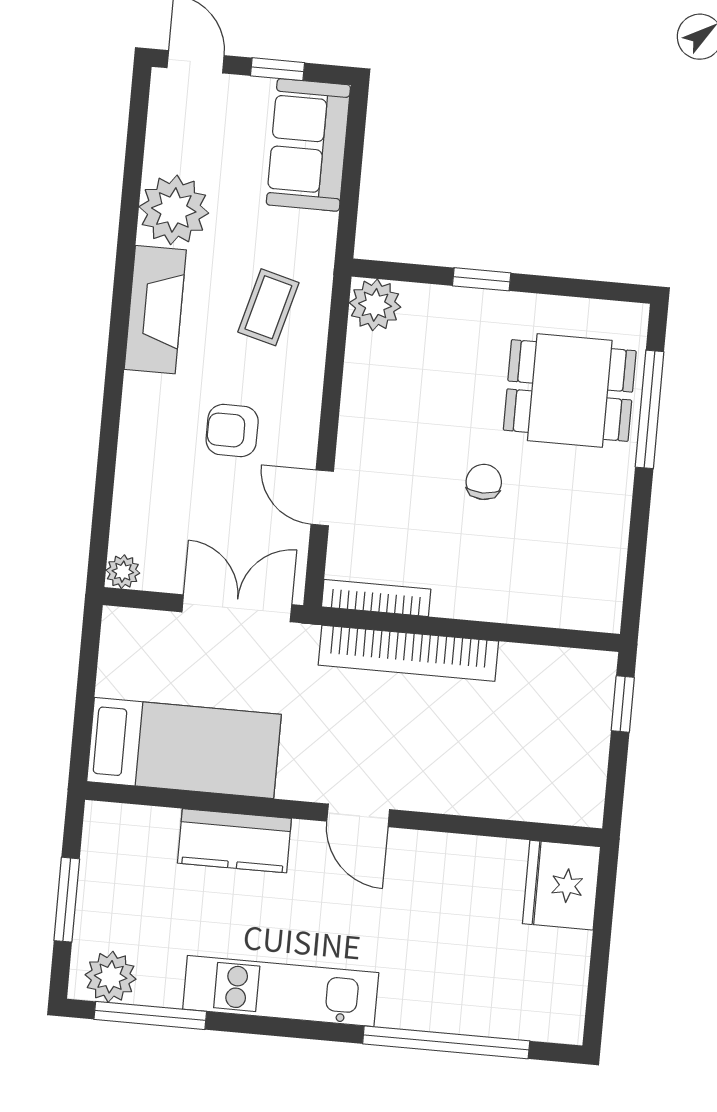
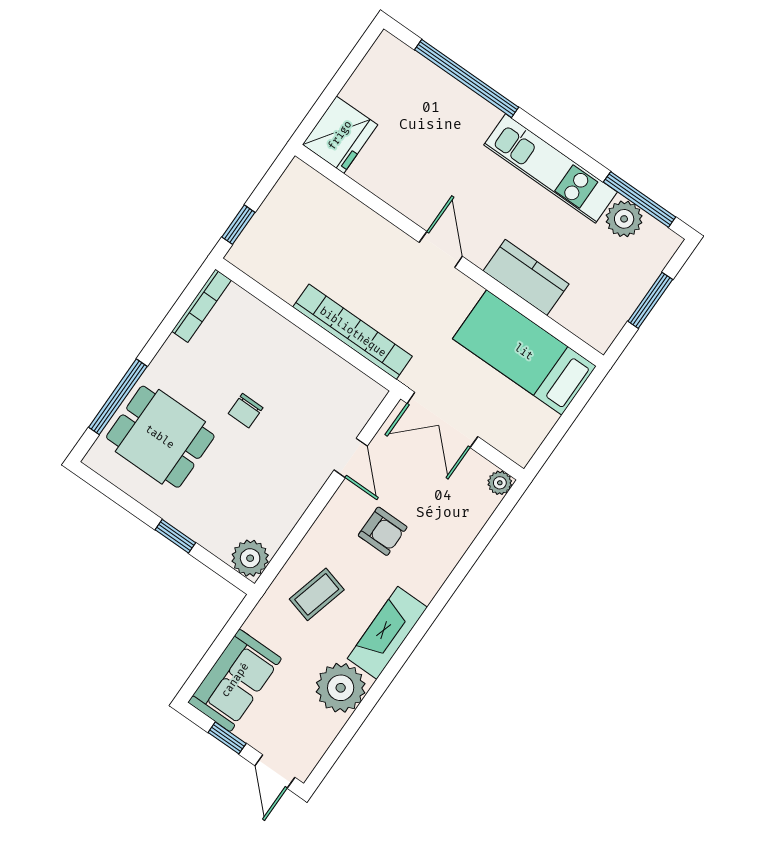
bookcase: (376, 598) -> (201, 306), moved, turned -90
plant: (111, 977) -> (624, 219), moved

